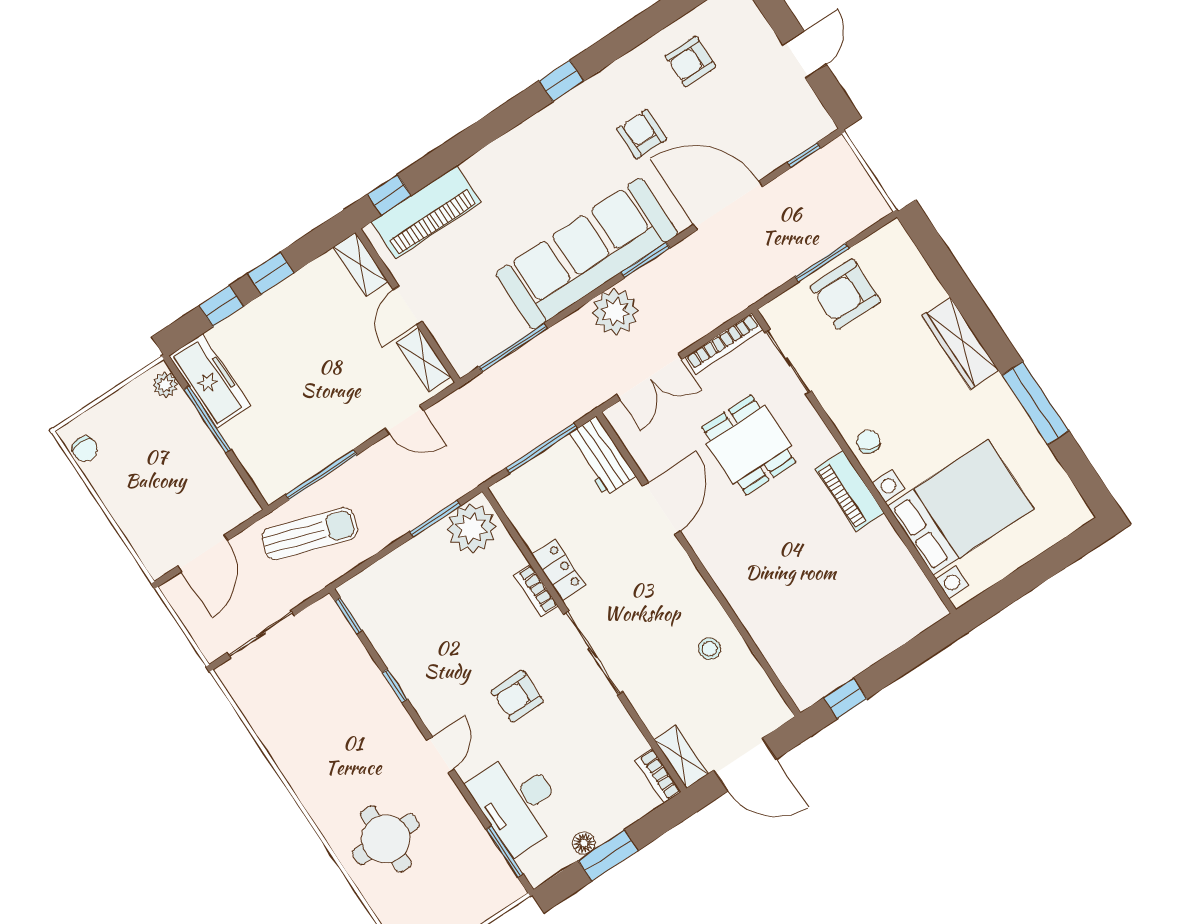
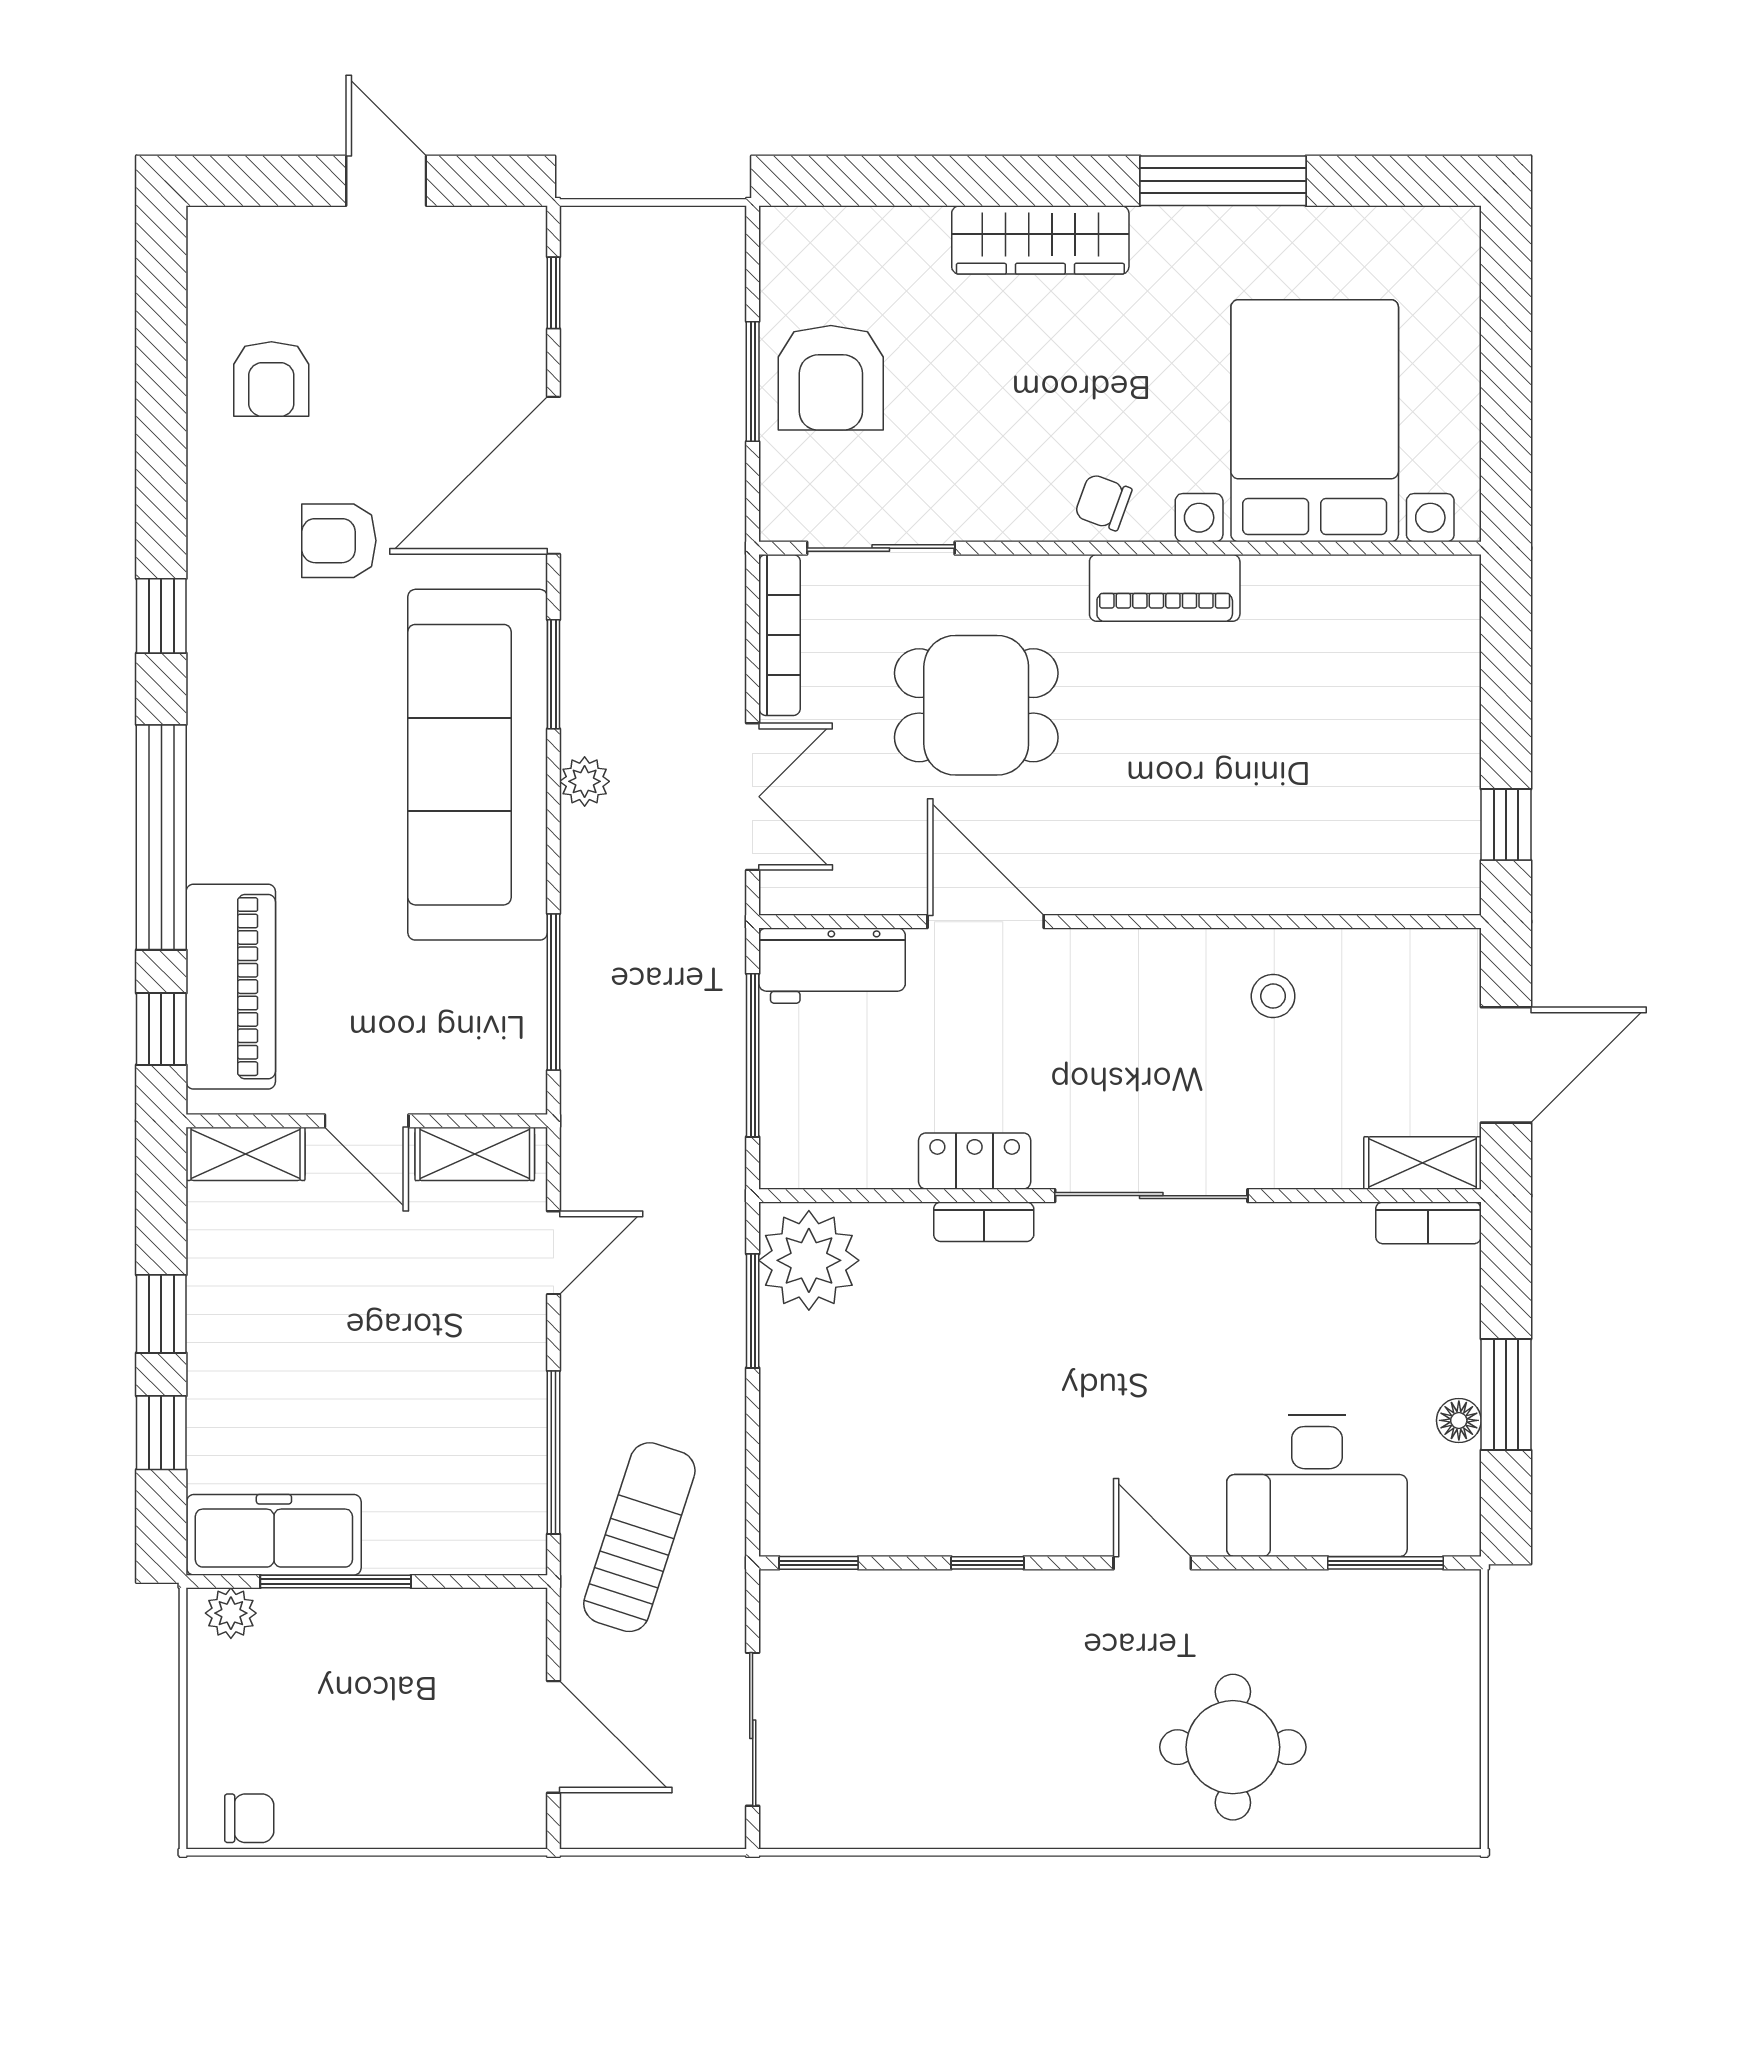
window: (469, 142) -> (161, 837), added
plant: (615, 312) -> (585, 781), width x0.53, depth x0.53
armchair: (517, 696) -> (1140, 1370), removed

